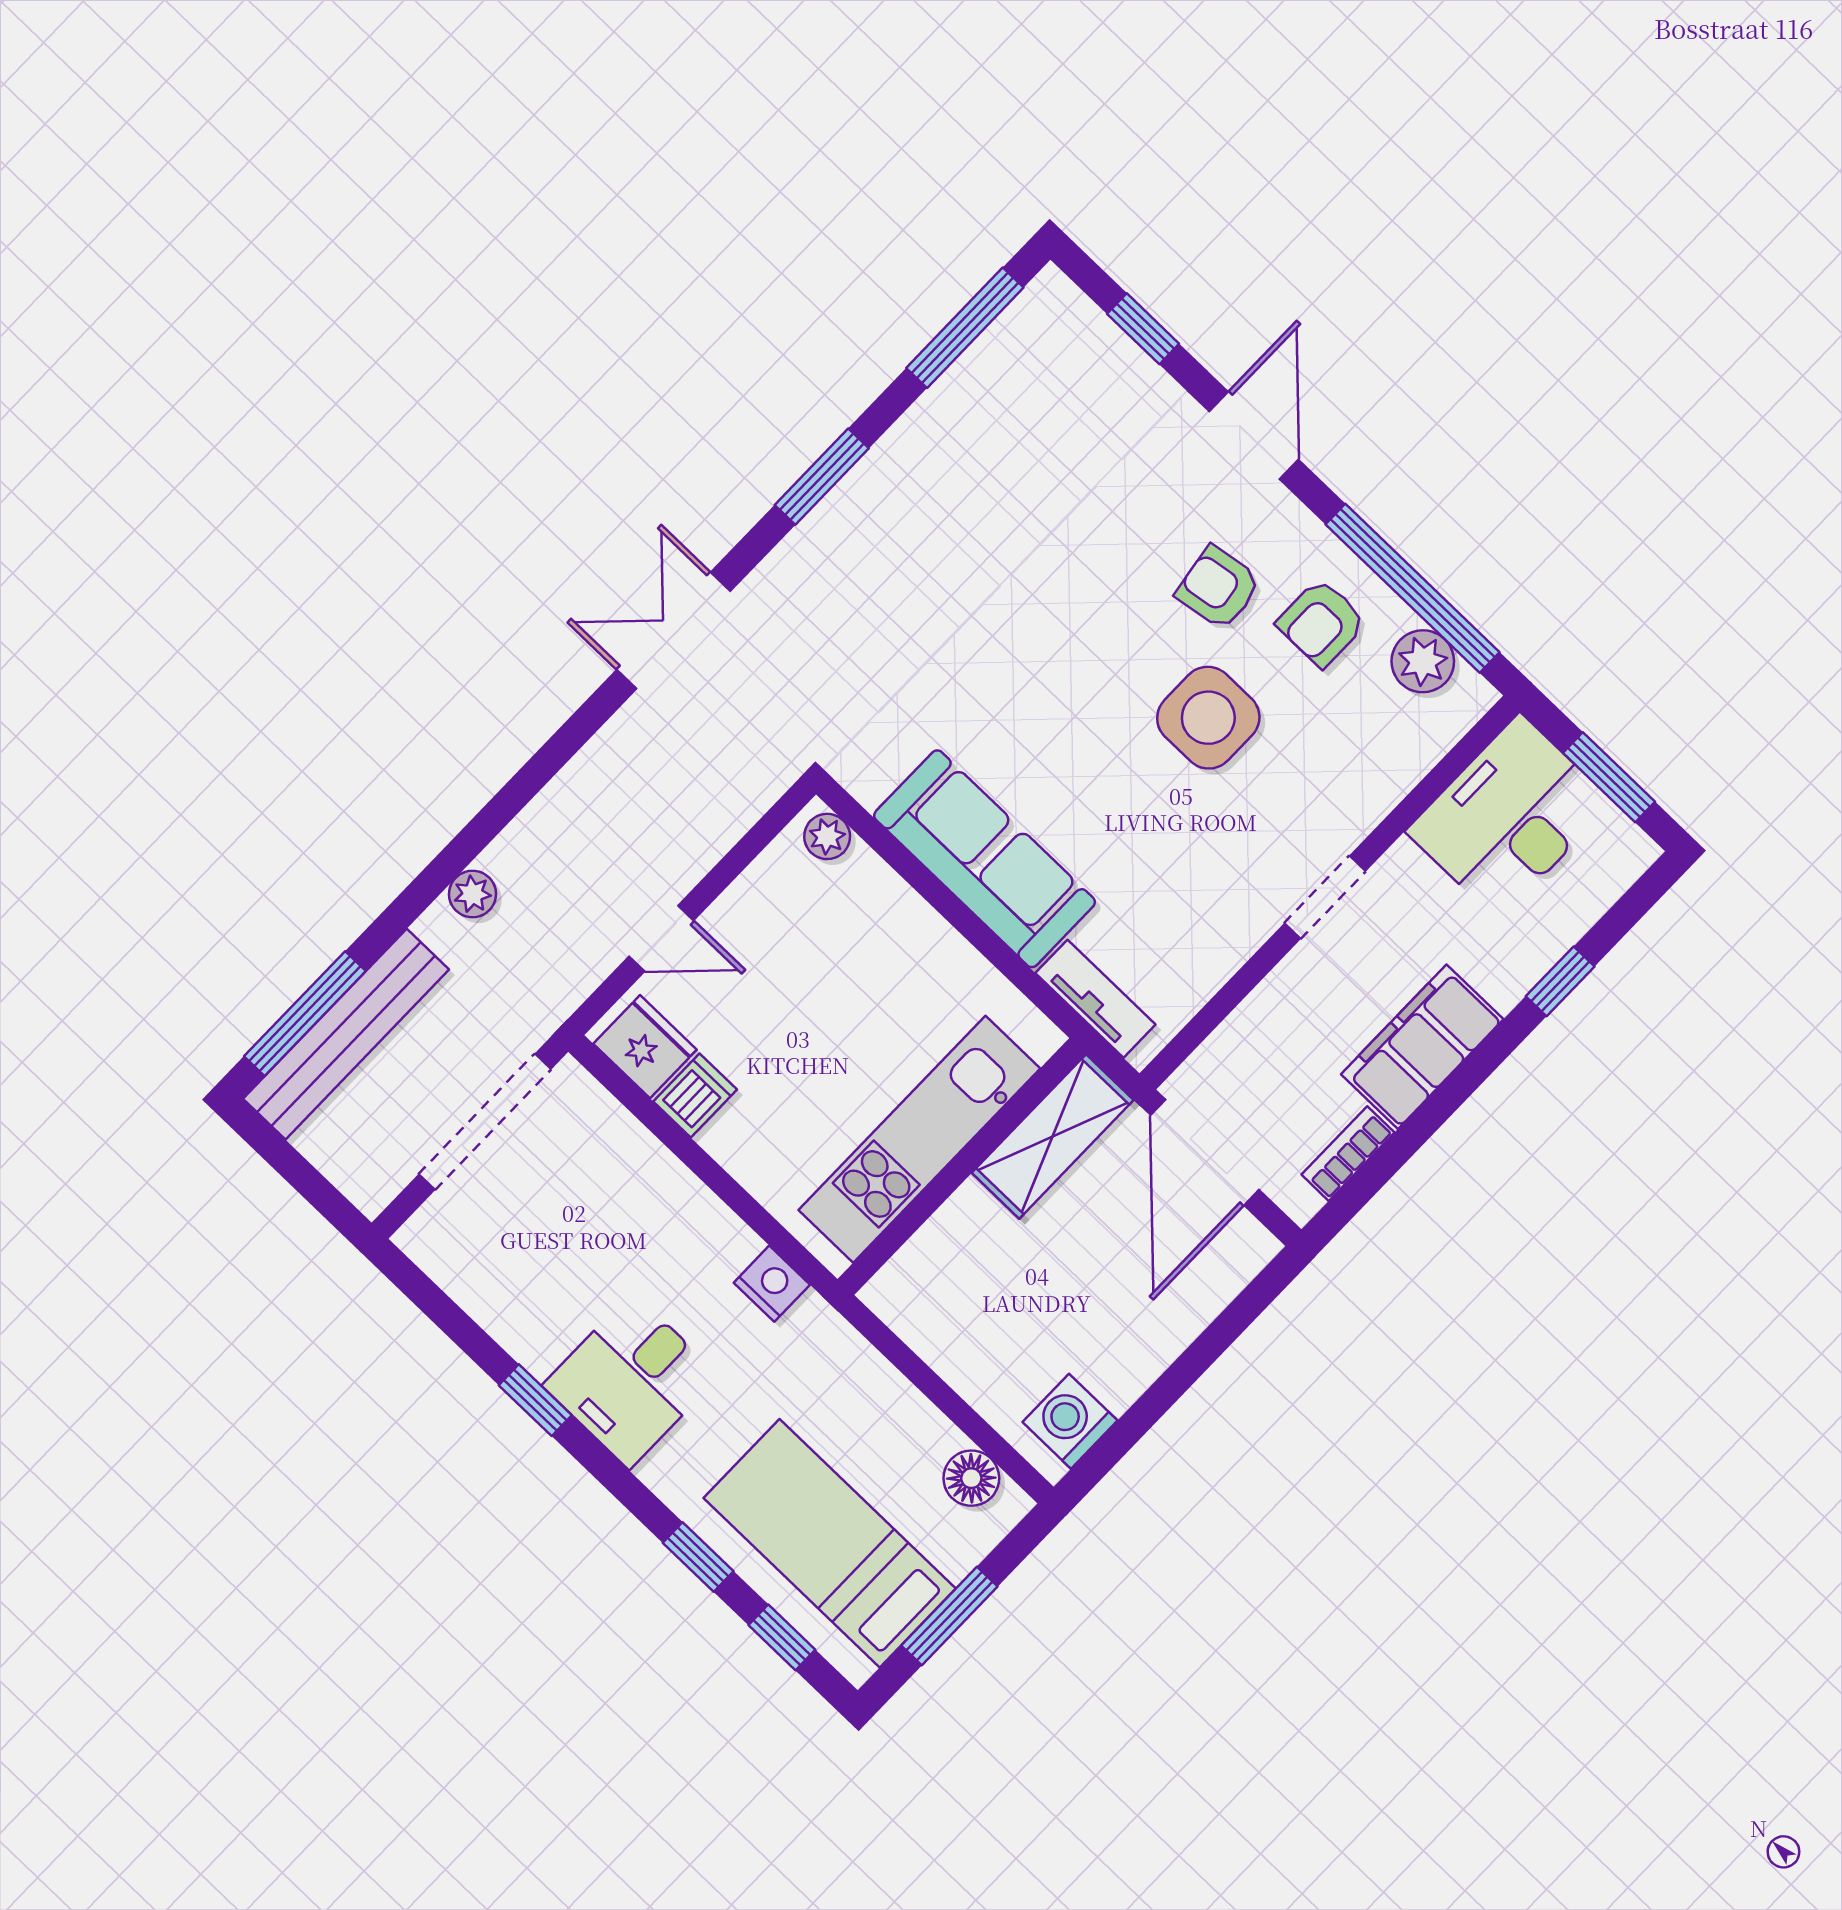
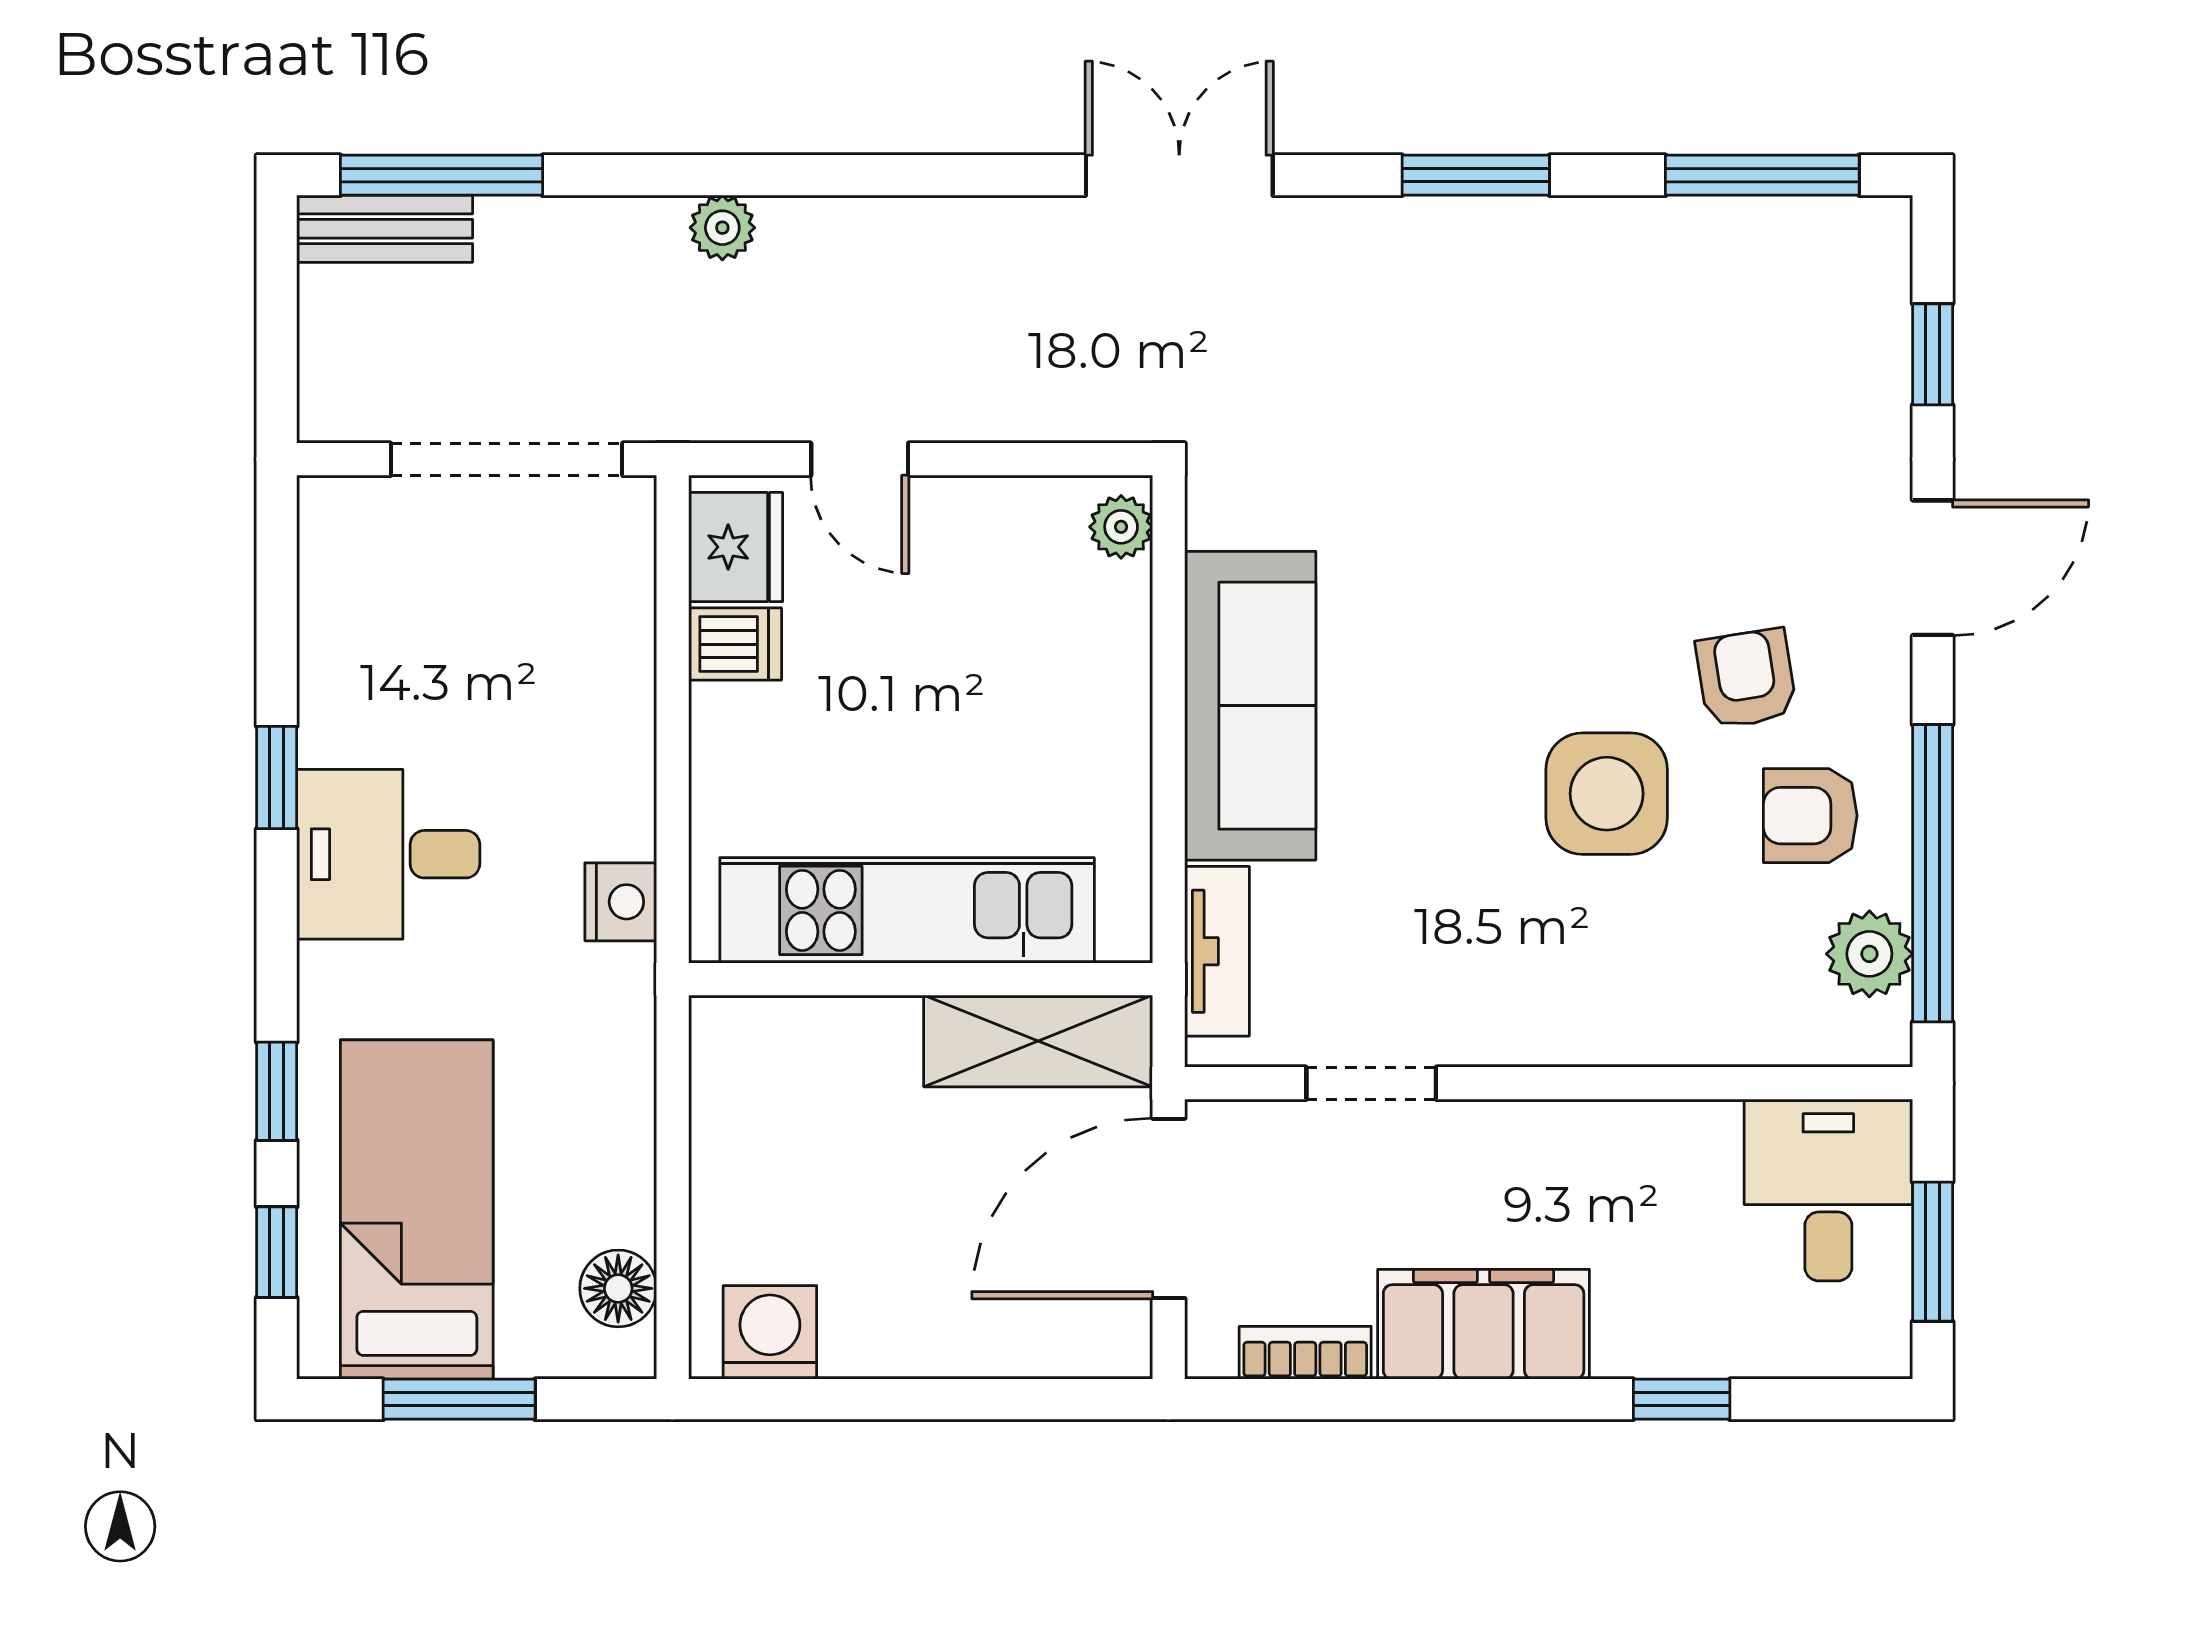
desk: (1509, 817) -> (1828, 1190), width x0.73
doorway: (1325, 897) -> (1371, 1083), moved
bench: (346, 1034) -> (385, 229), width x0.54, depth x0.82

